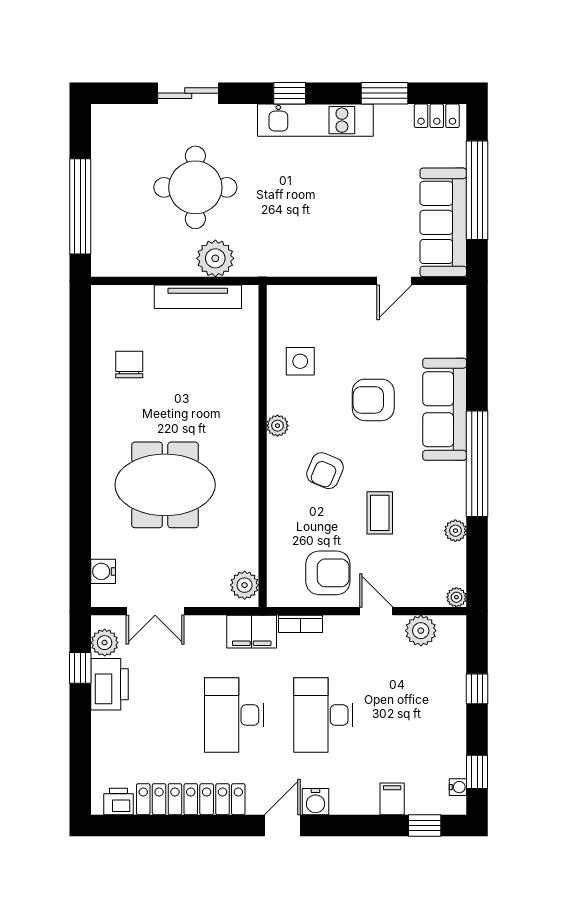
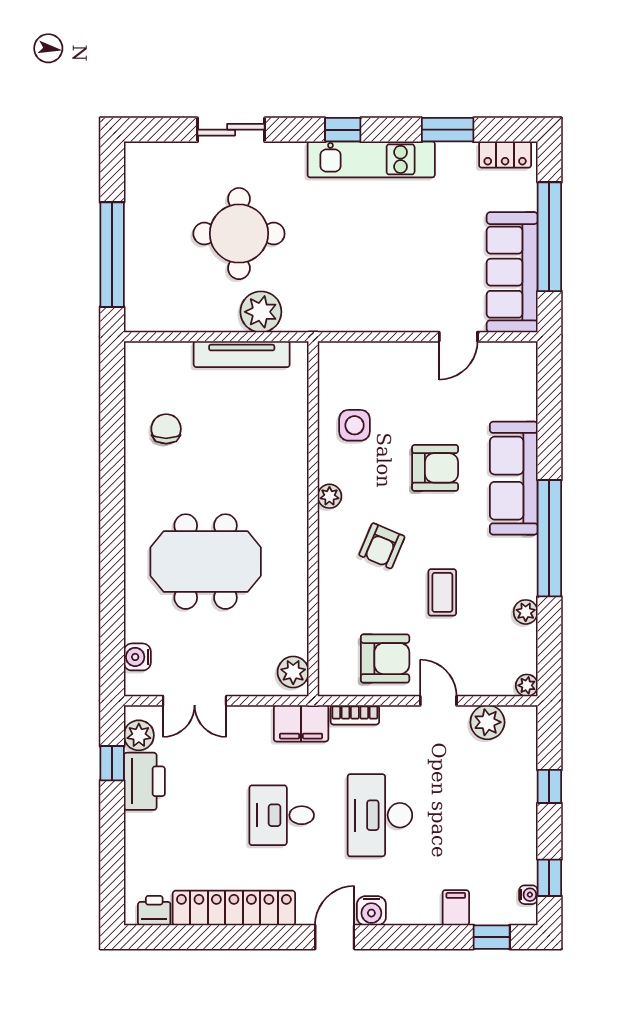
armchair: (373, 400) -> (435, 468), turned 180
desk: (234, 715) -> (282, 815), width x0.73

